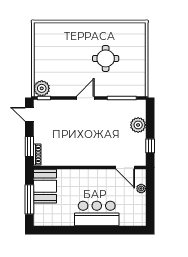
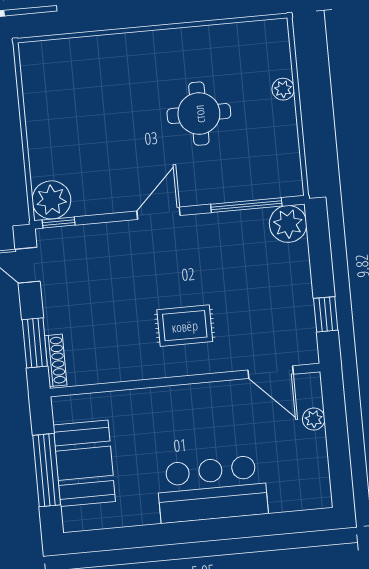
plant: (141, 52) -> (283, 89), added
plant: (138, 125) -> (288, 224), moved
rug: (92, 145) -> (185, 326), added
booth: (45, 186) -> (84, 463), moved

